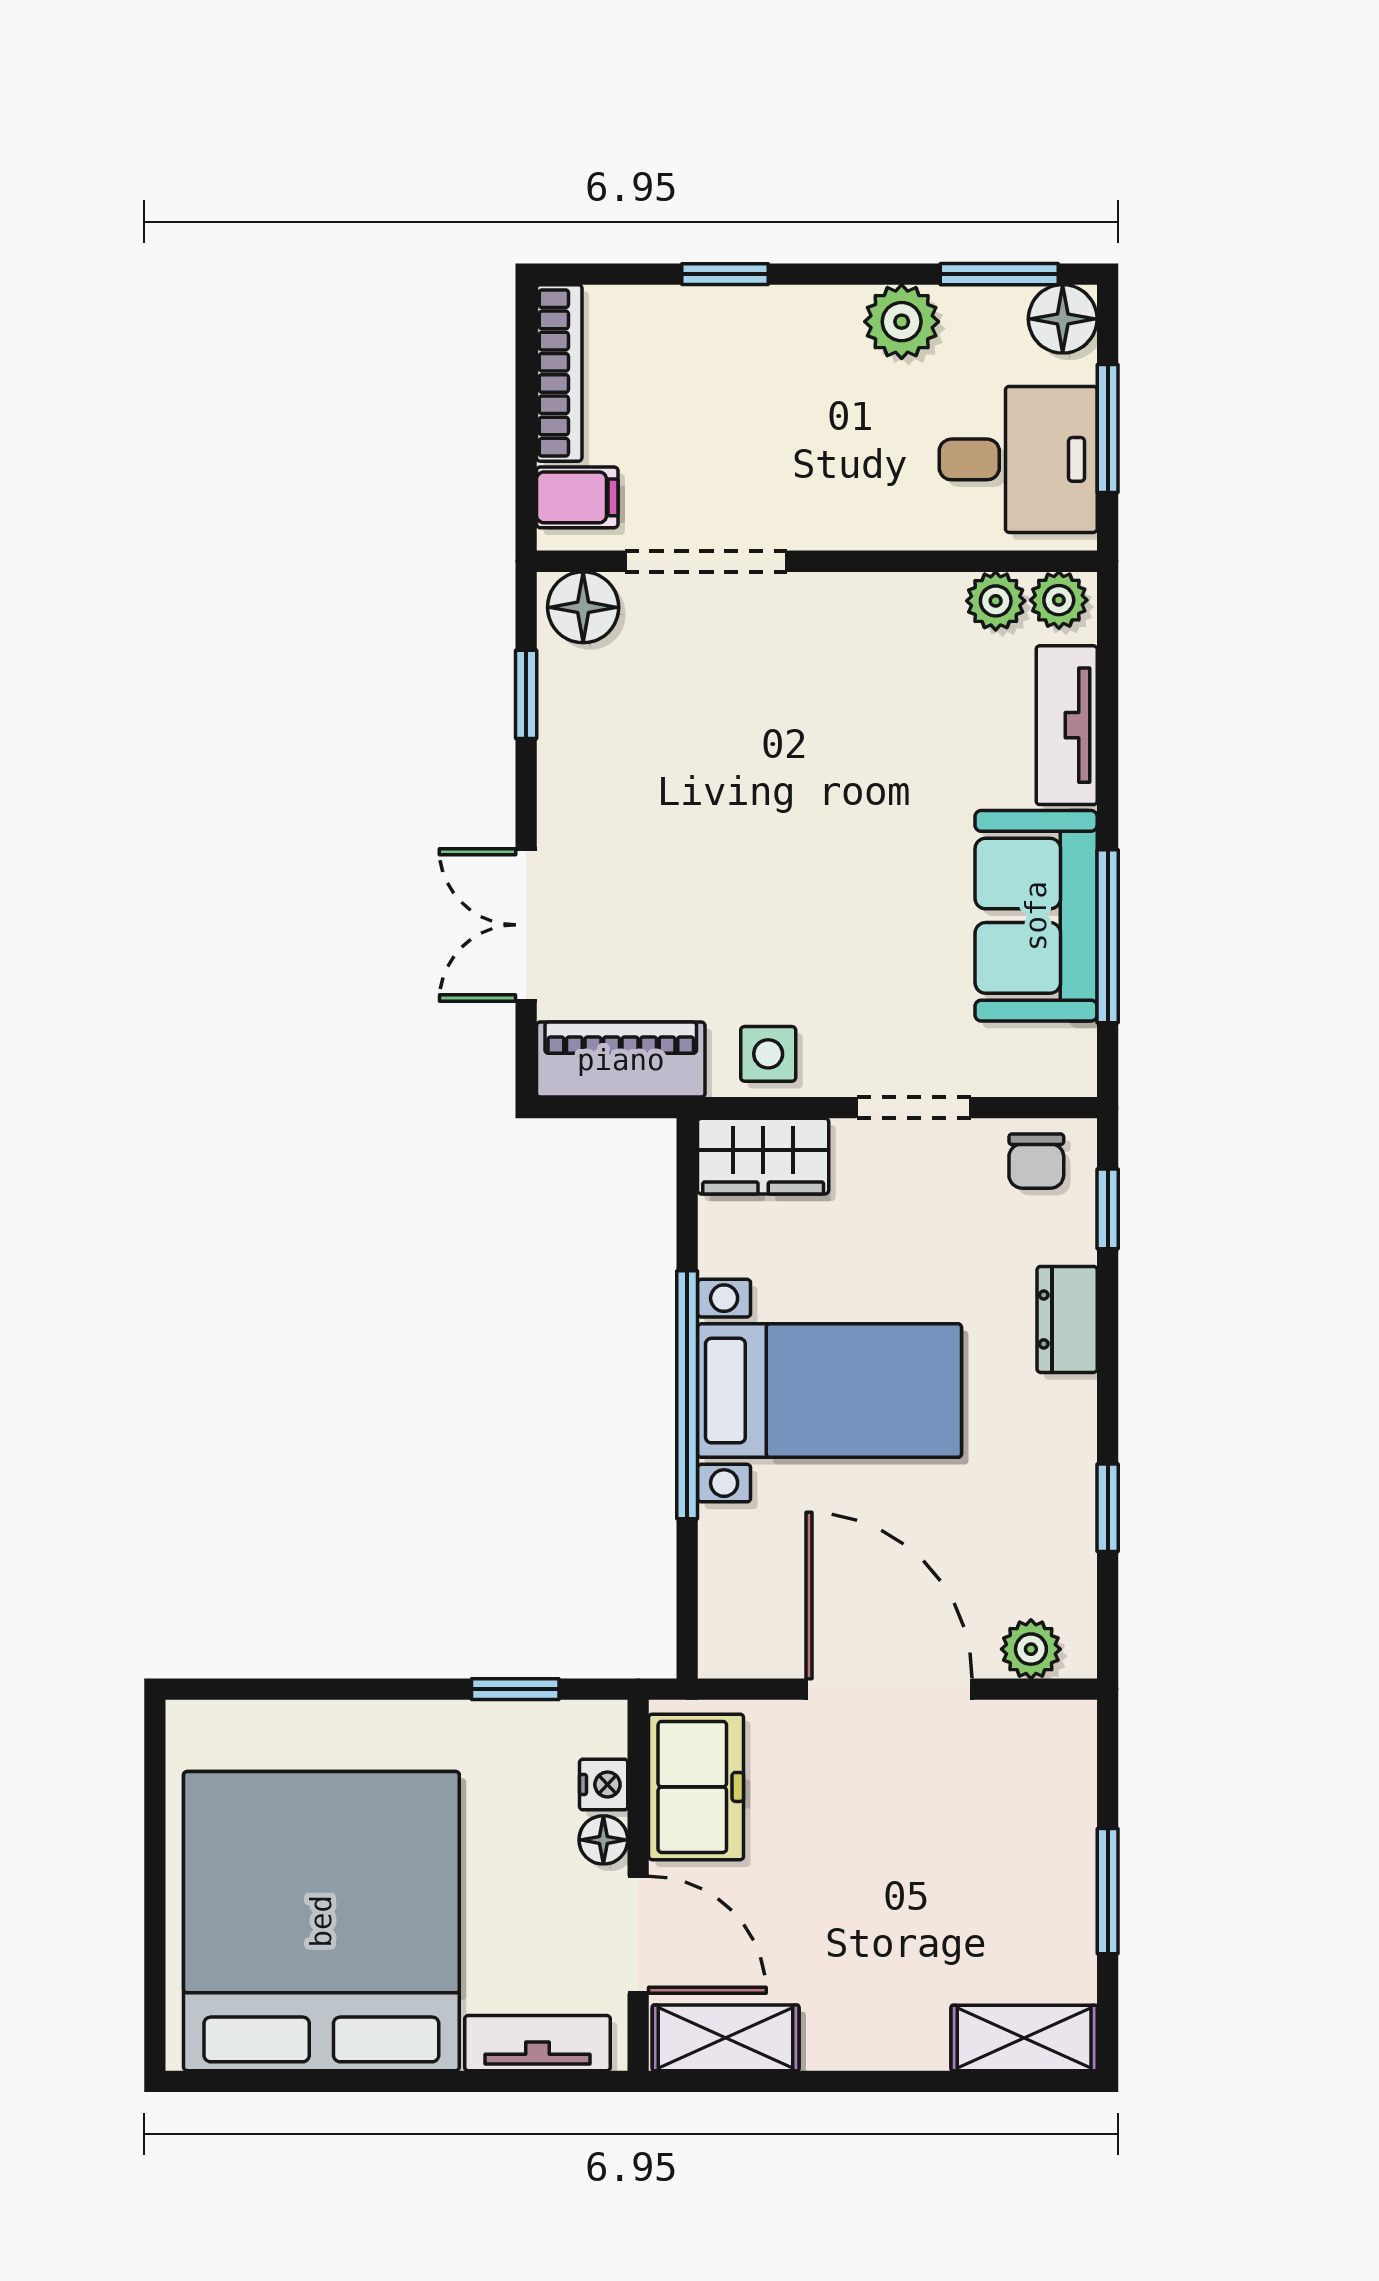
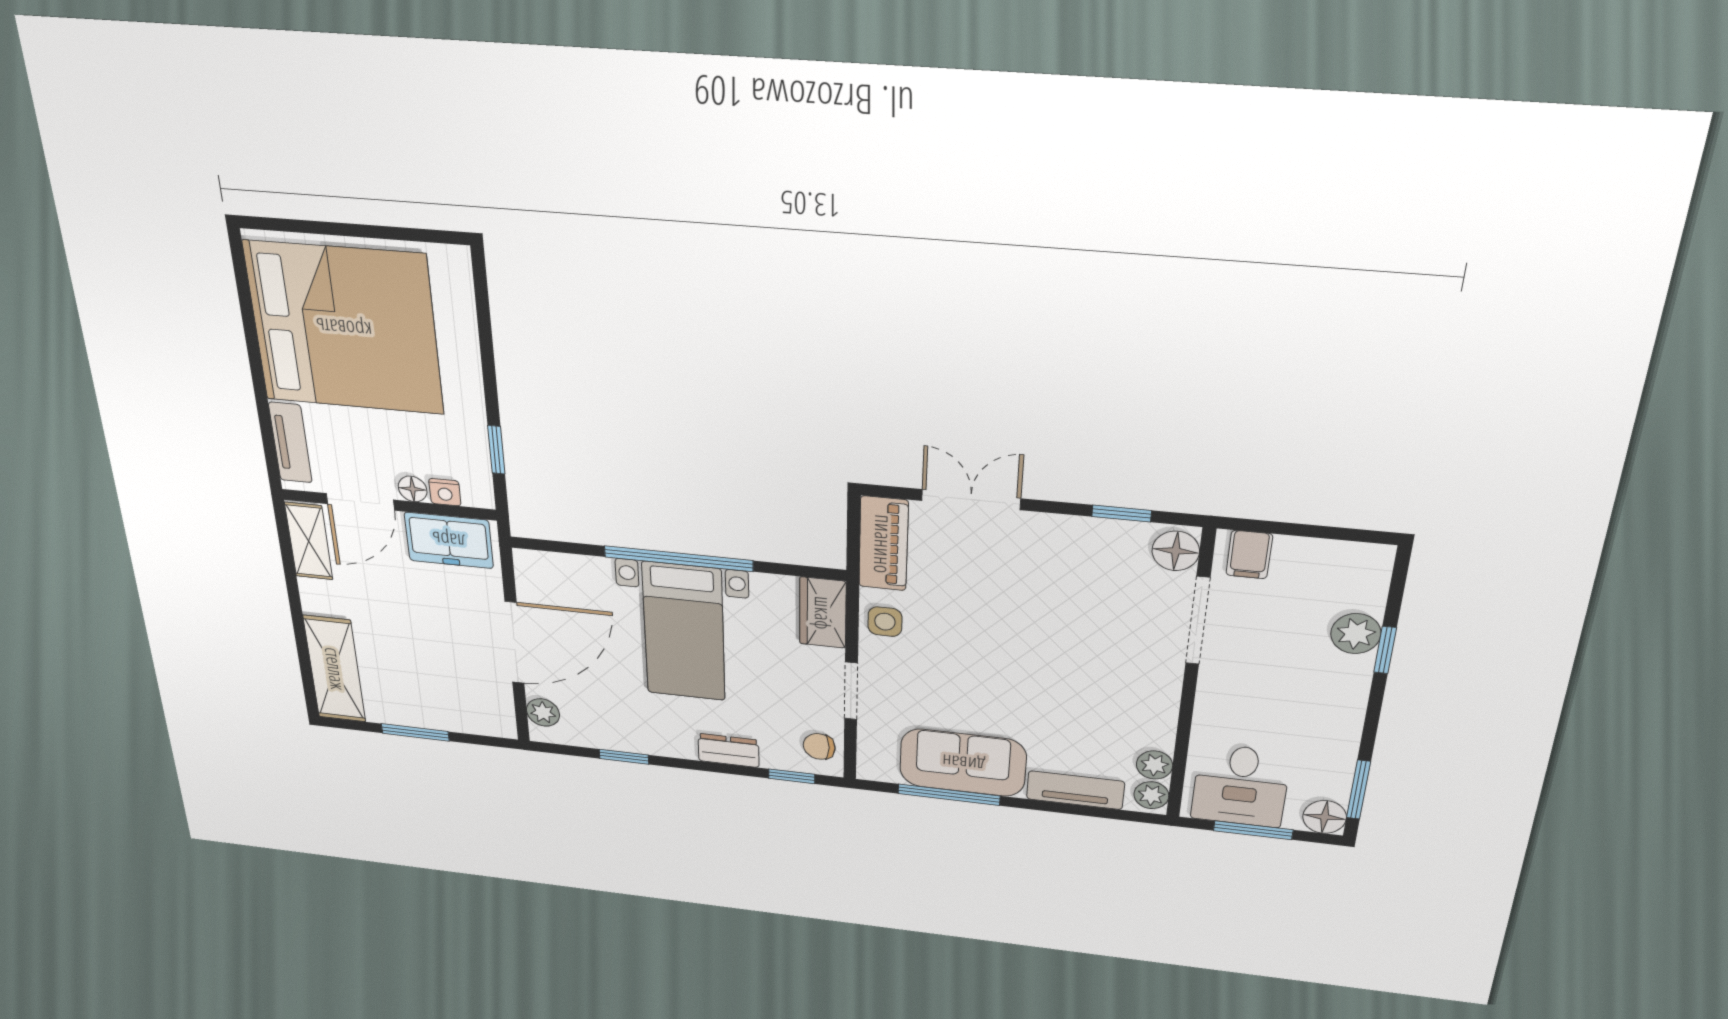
plant: (902, 322) -> (1356, 634), moved
bookcase: (559, 373) -> (1335, 552), removed
shelving: (1024, 2038) -> (335, 669), width x1.50, depth x1.33

